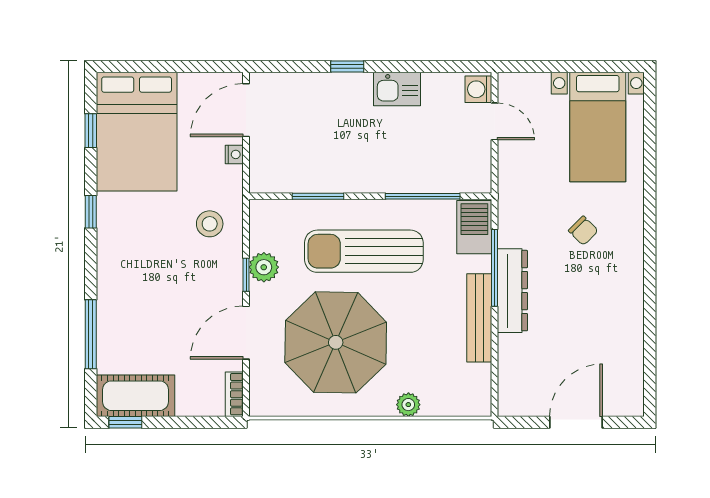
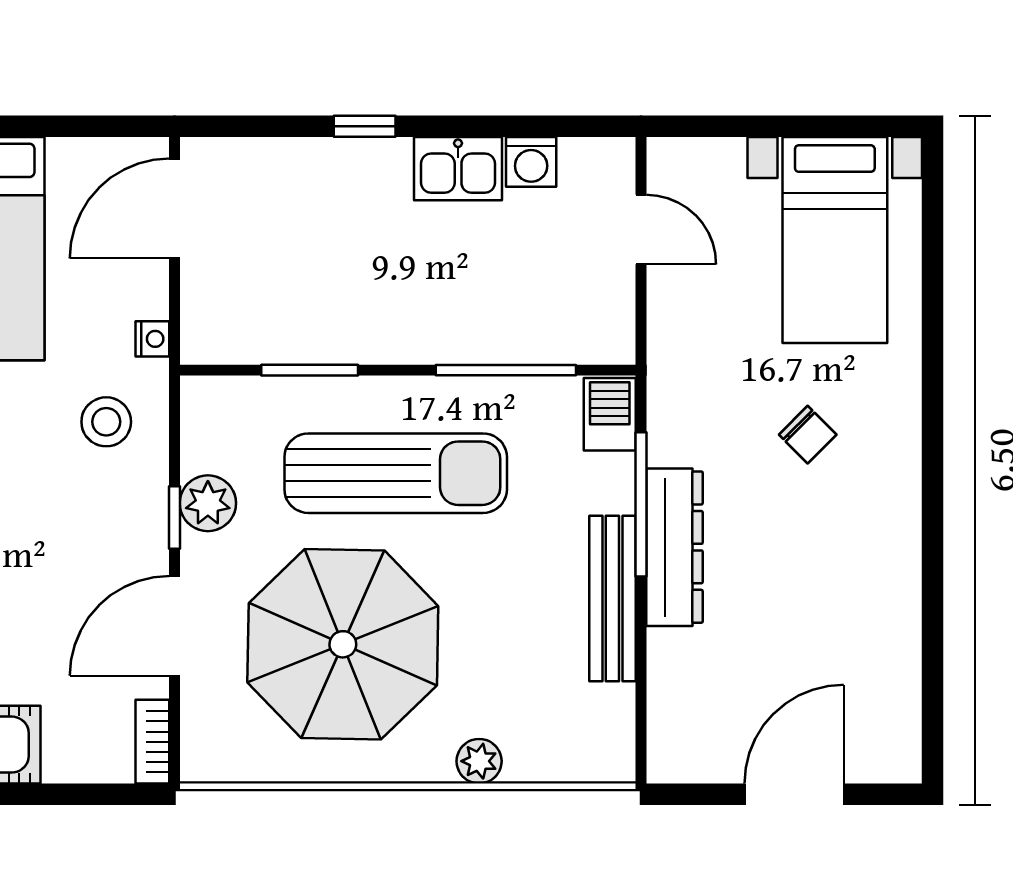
washing machine: (478, 89) -> (531, 162), moved, turned -90
nightstand: (234, 154) -> (152, 339), moved
barbecue: (474, 227) -> (610, 414), width x0.73, depth x0.79
sun lounger: (364, 251) -> (396, 473), turned 180

